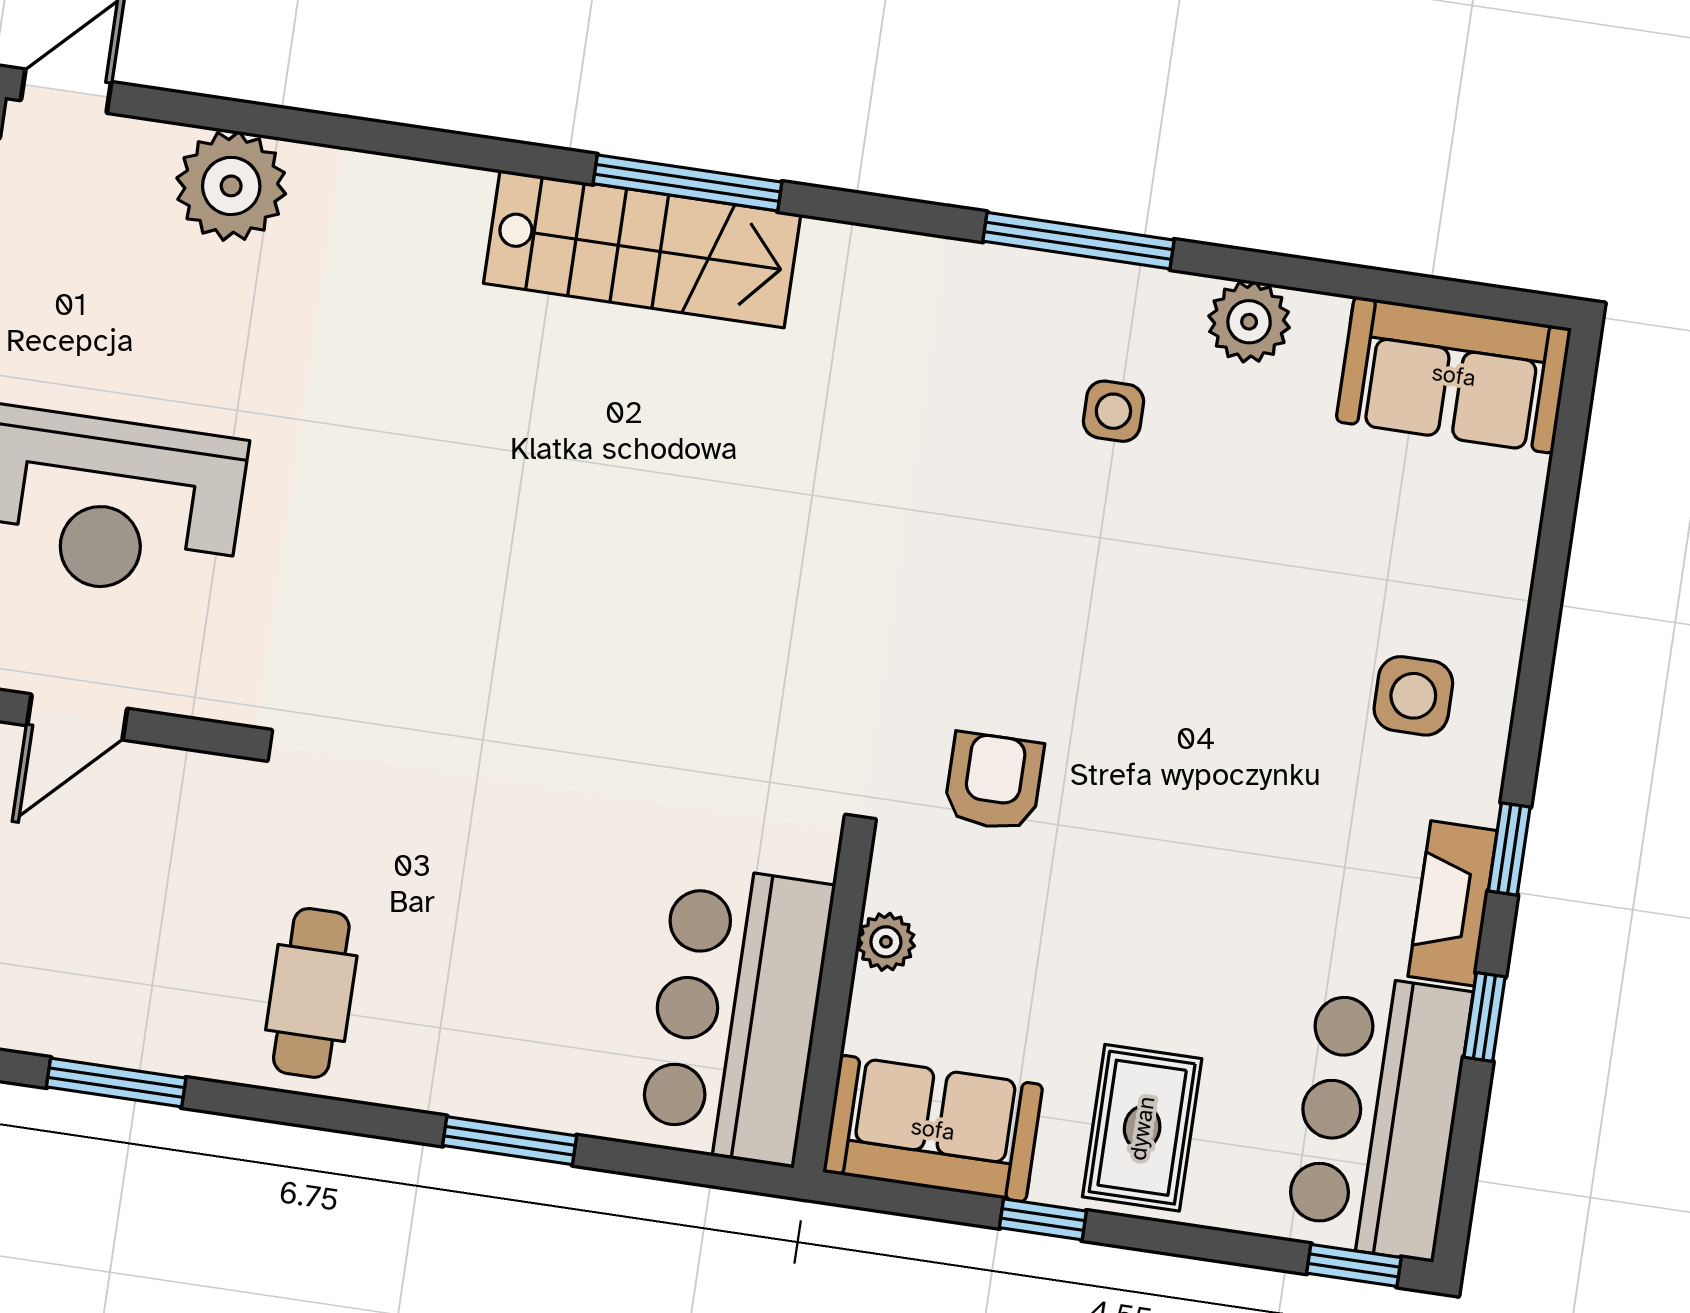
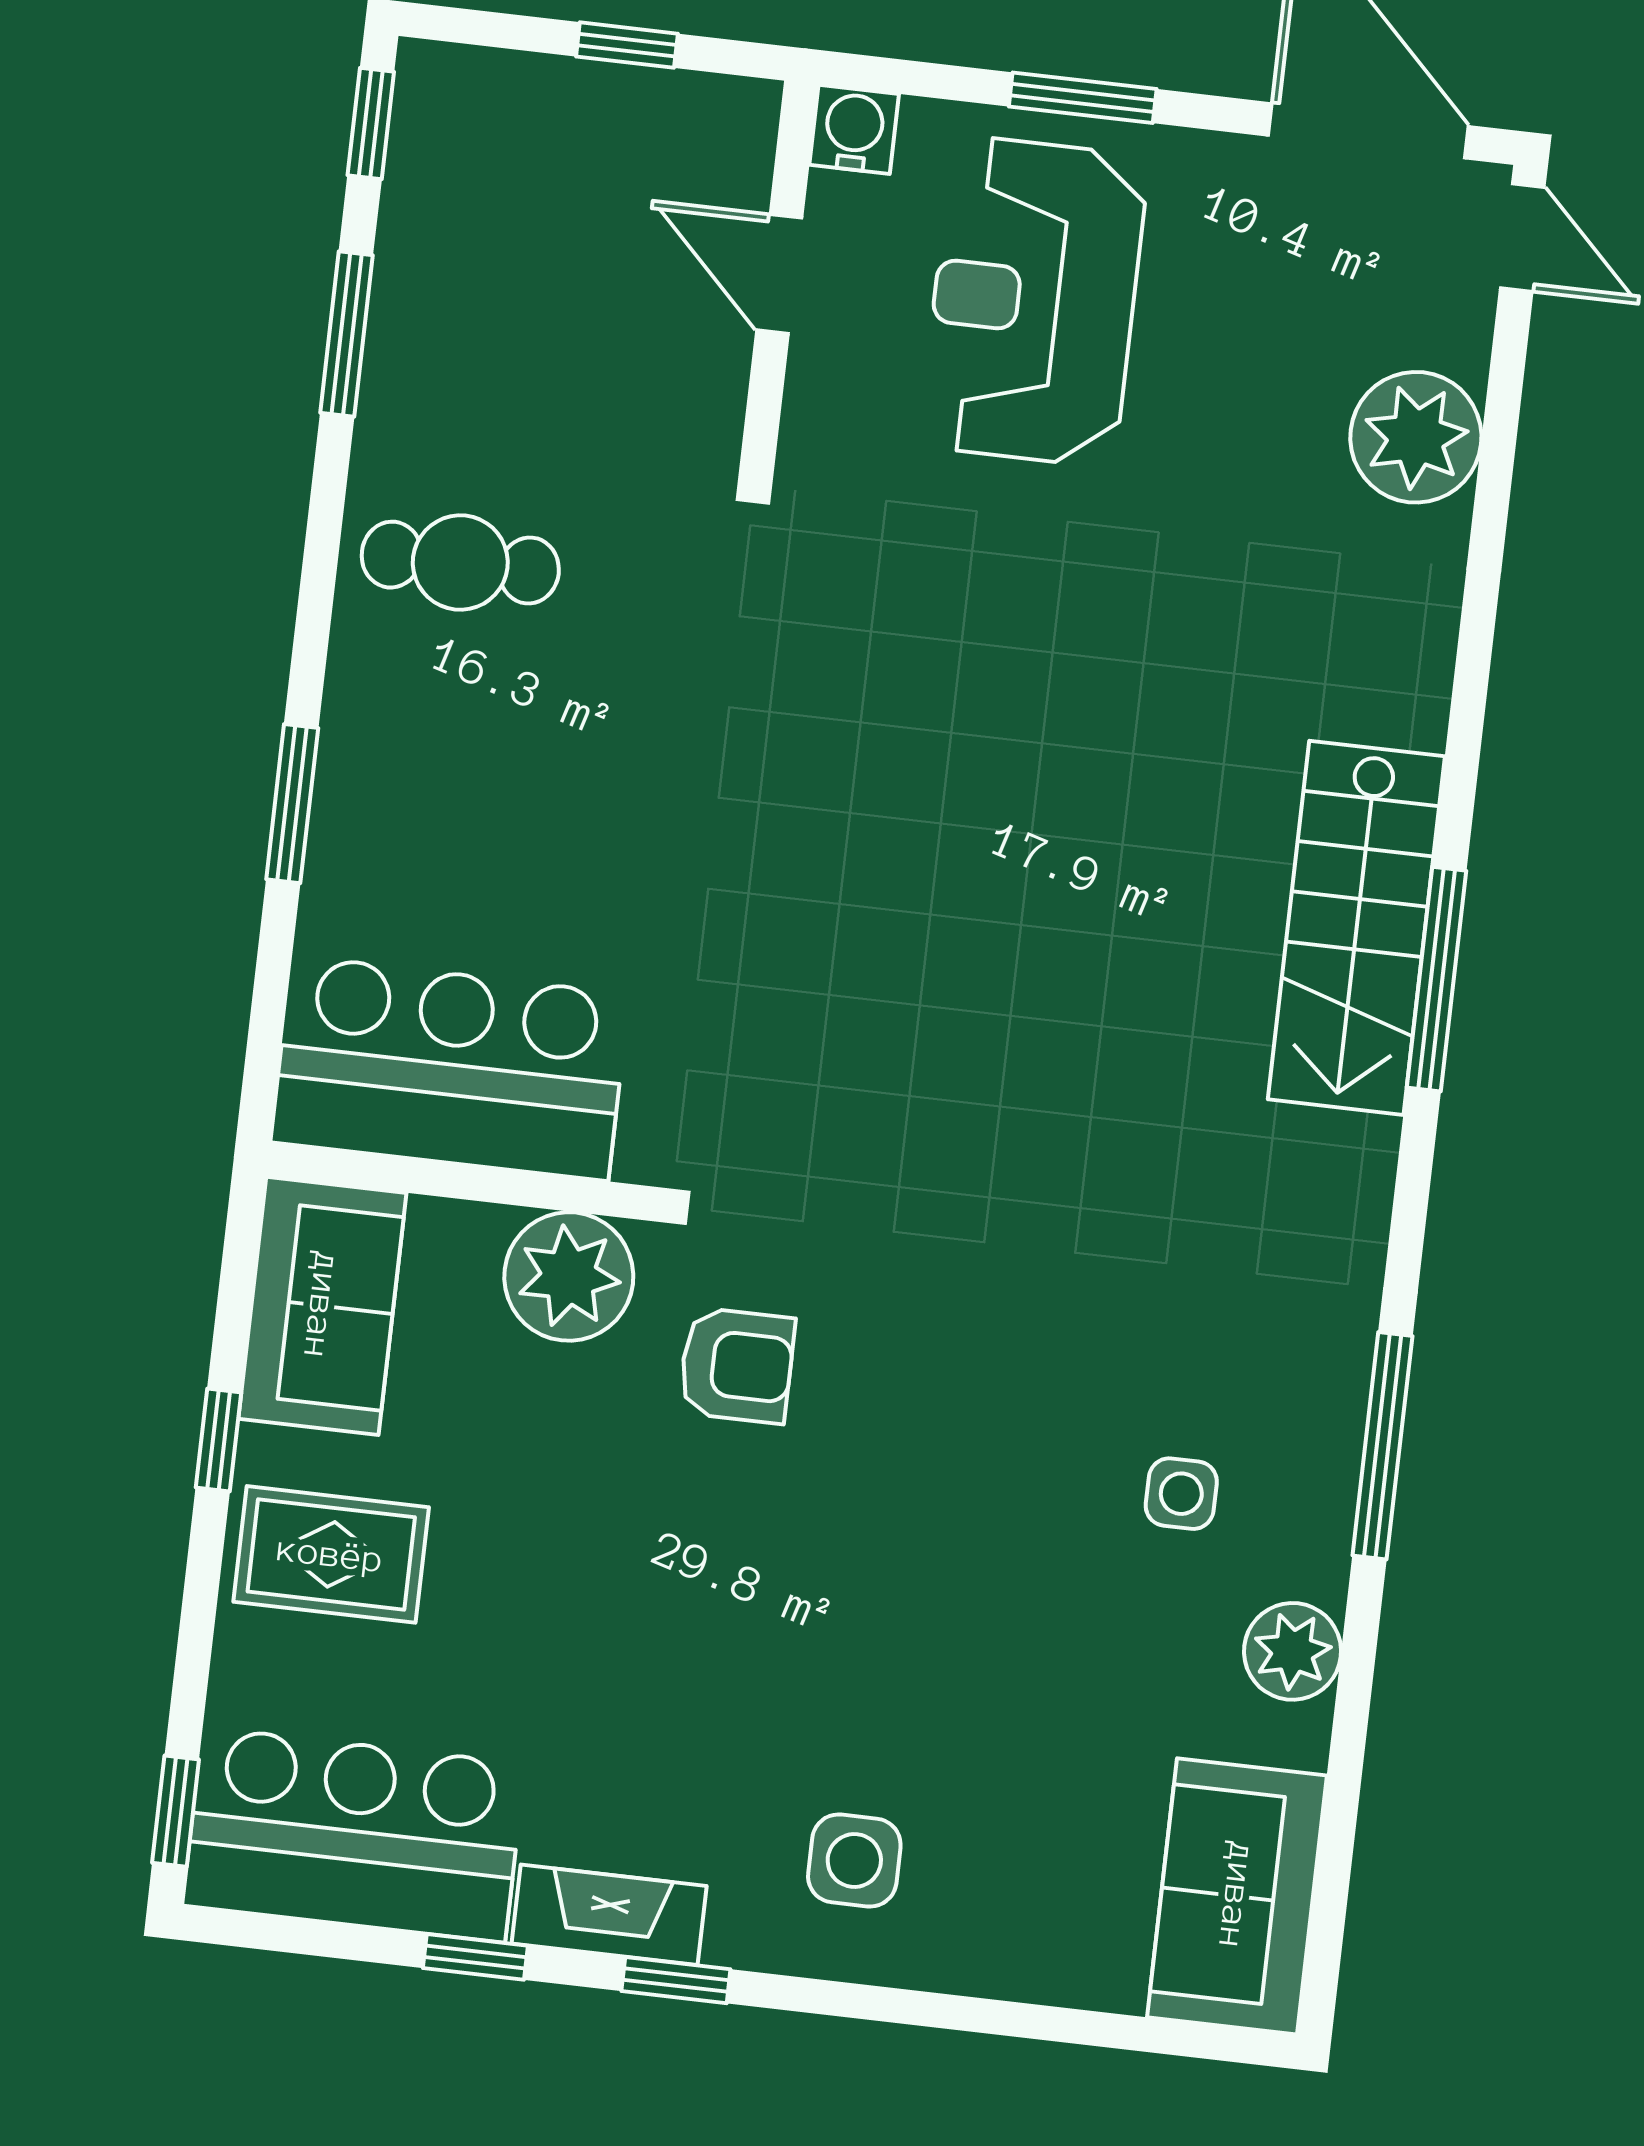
plant: (886, 942) -> (569, 1276), width x1.88, depth x1.88

